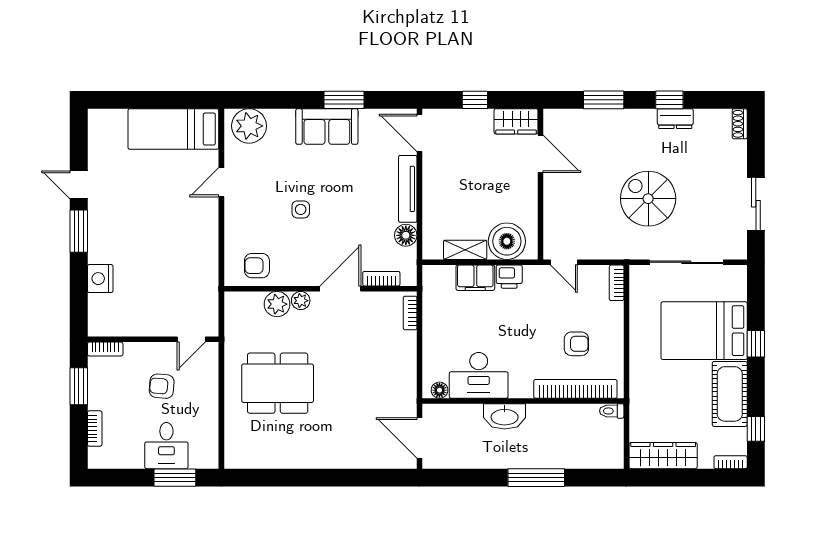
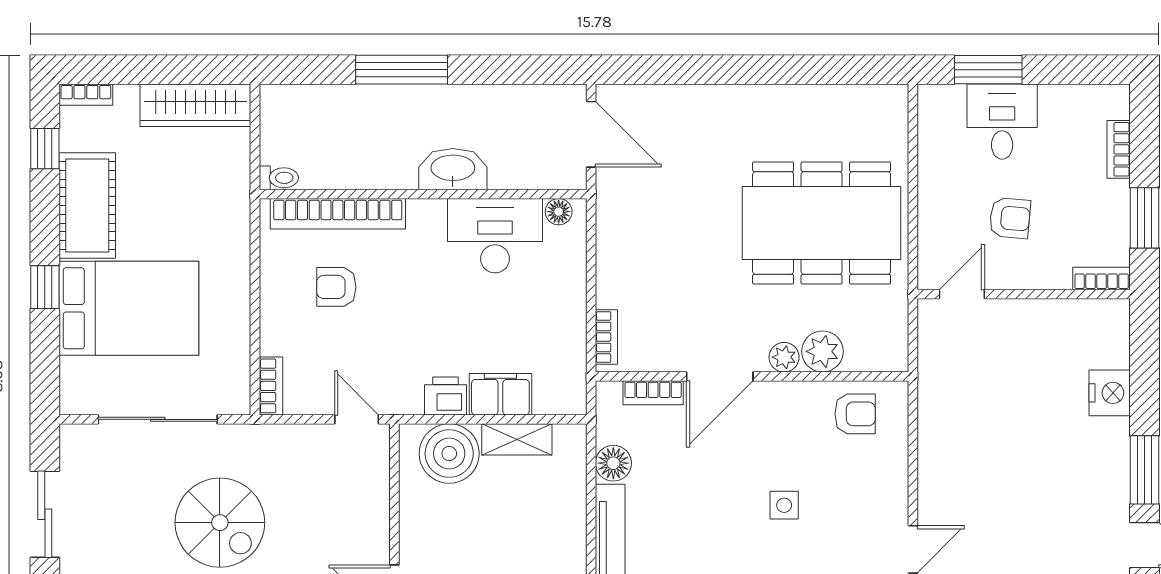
dining table: (278, 383) -> (822, 223), width x1.36, depth x1.24

